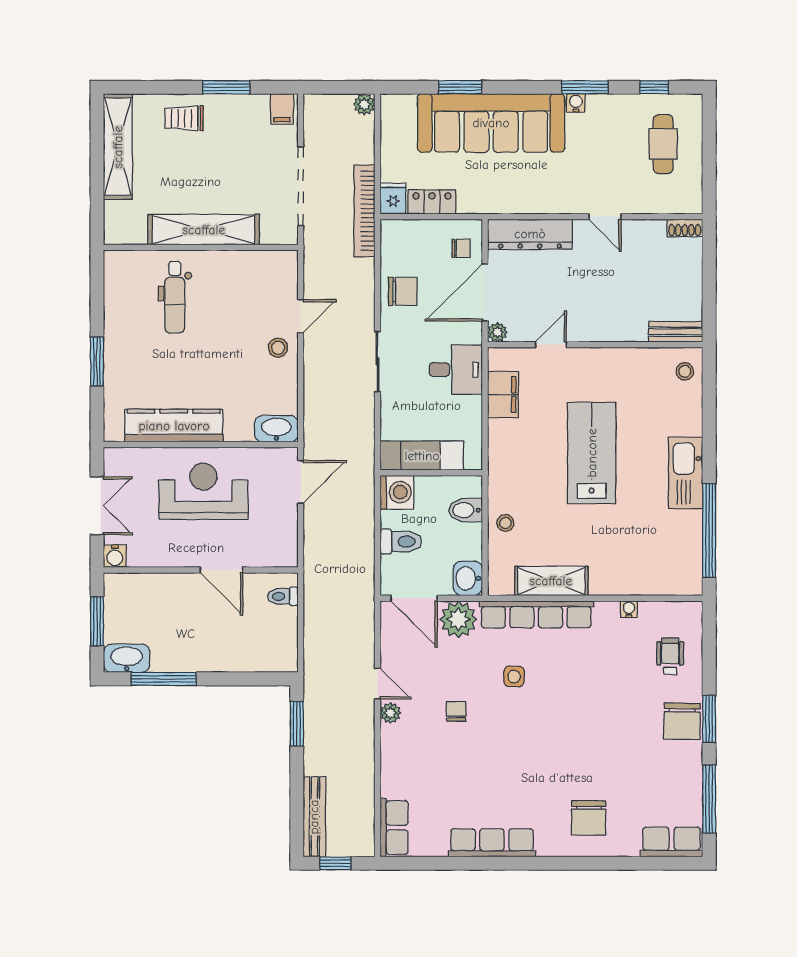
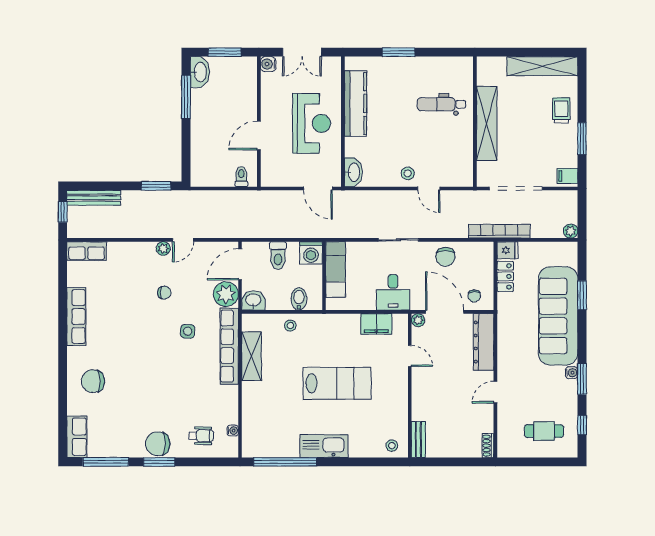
water cooler: (629, 609) -> (233, 431), moved

